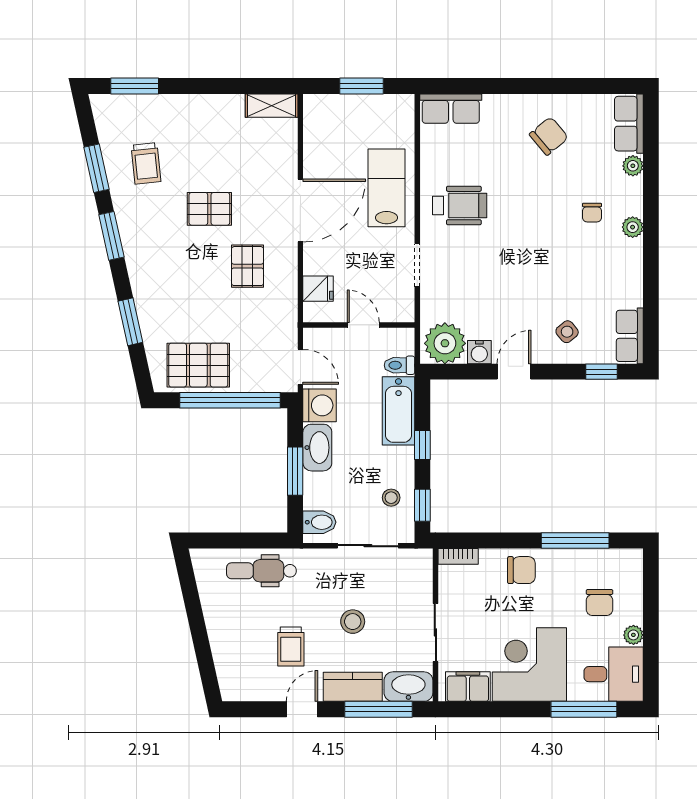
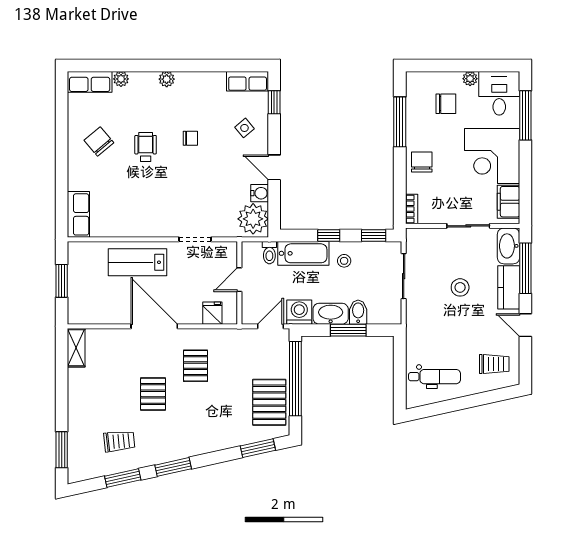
wheelchair: (460, 206) -> (146, 147), moved, width x0.73, depth x0.73
chair: (592, 213) -> (190, 138), moved
pallet: (248, 266) -> (196, 366), turned 90
window: (130, 322) -> (258, 448), moved
stool: (391, 498) -> (344, 261), moved
bidet: (319, 522) -> (358, 312), moved
dental chair: (261, 571) -> (434, 377), moved, turned -90
trolley: (291, 647) -> (494, 364), moved

